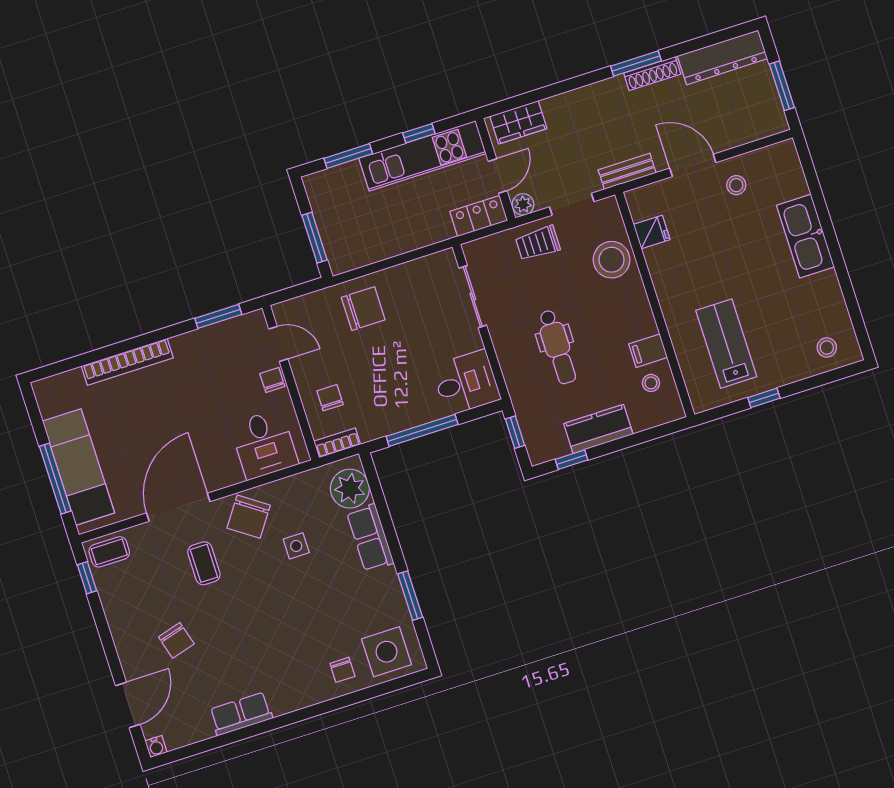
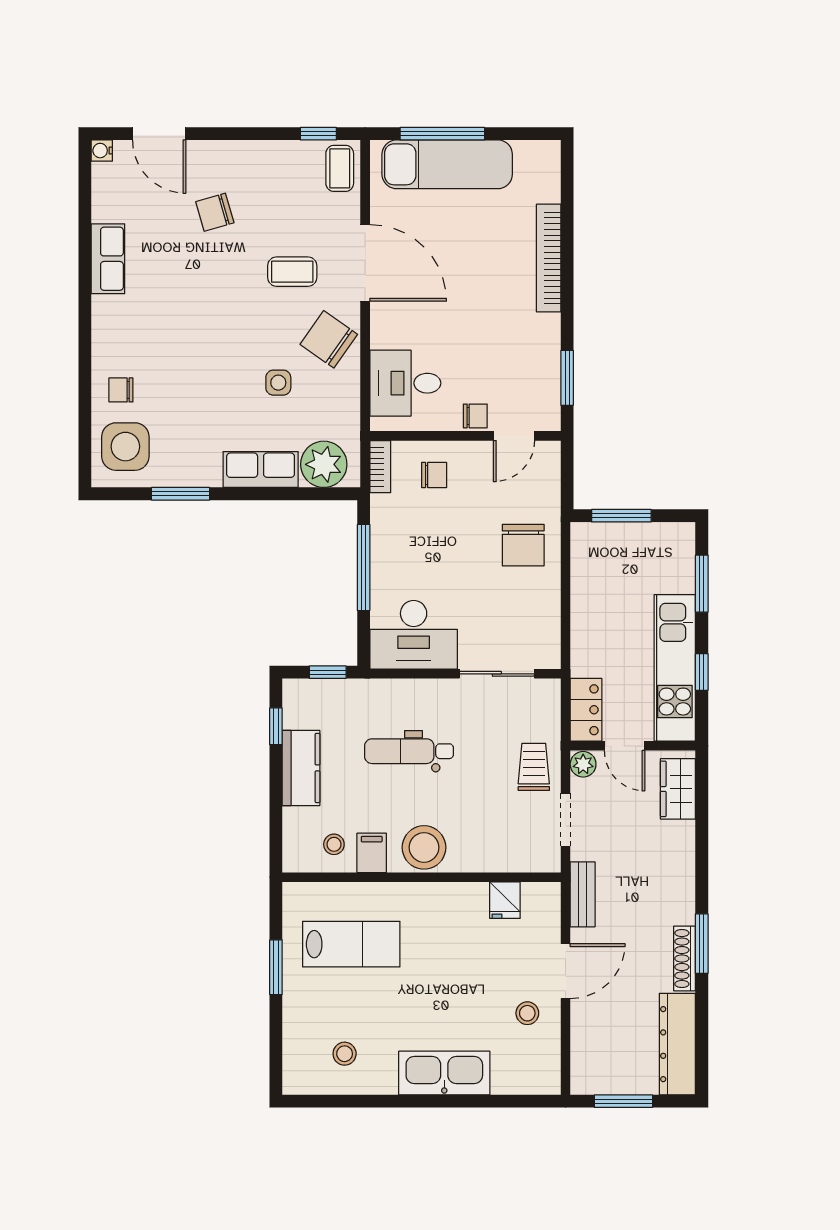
stool: (612, 260) -> (424, 847), moved
stool: (827, 347) -> (345, 1054), moved
desk: (466, 383) -> (414, 635), width x1.37
window: (764, 398) -> (276, 967), width x1.50

